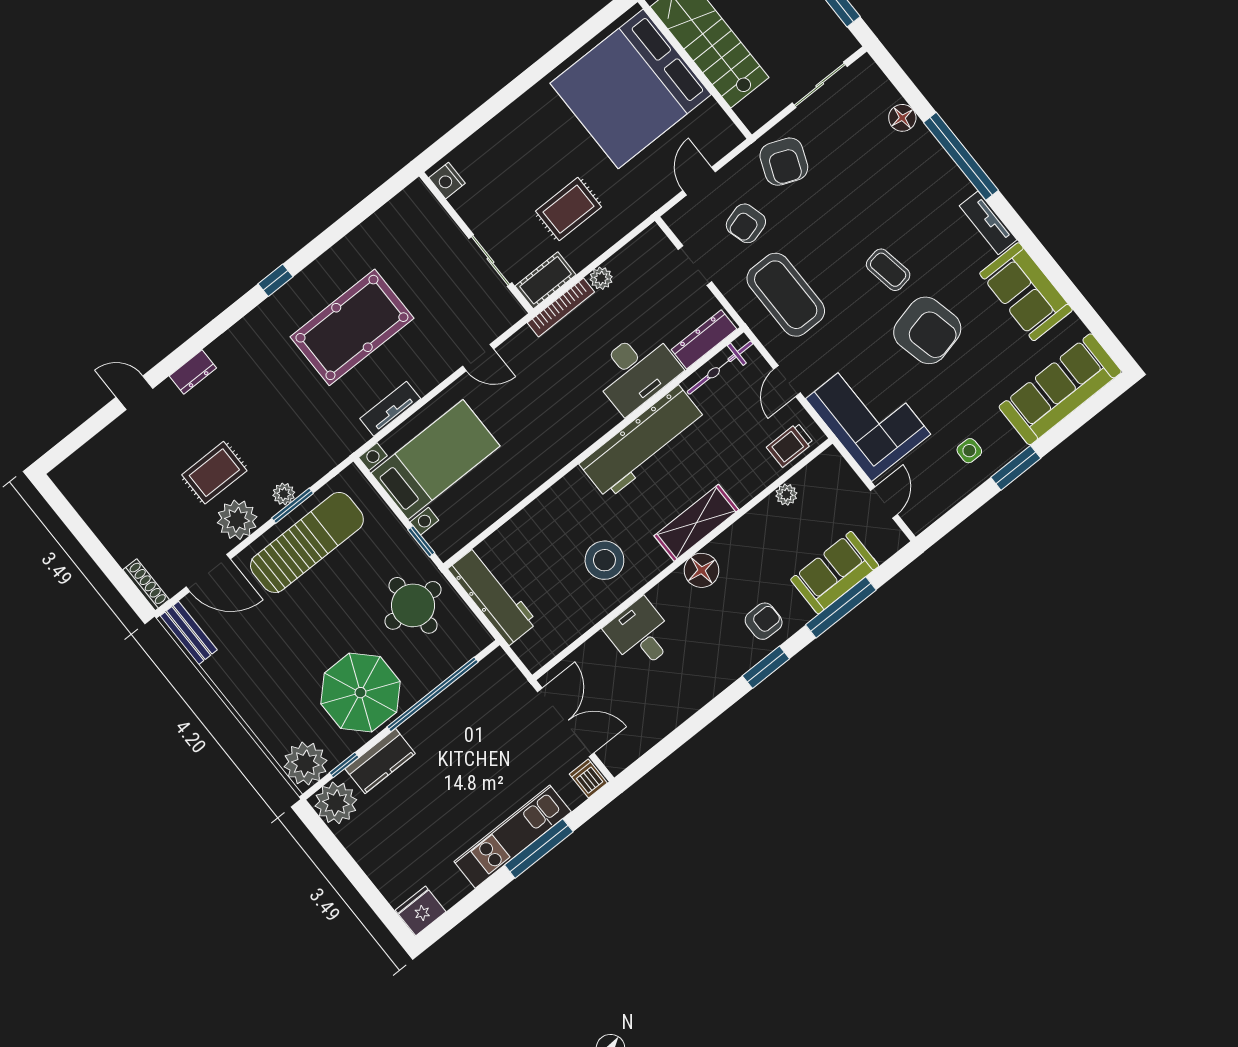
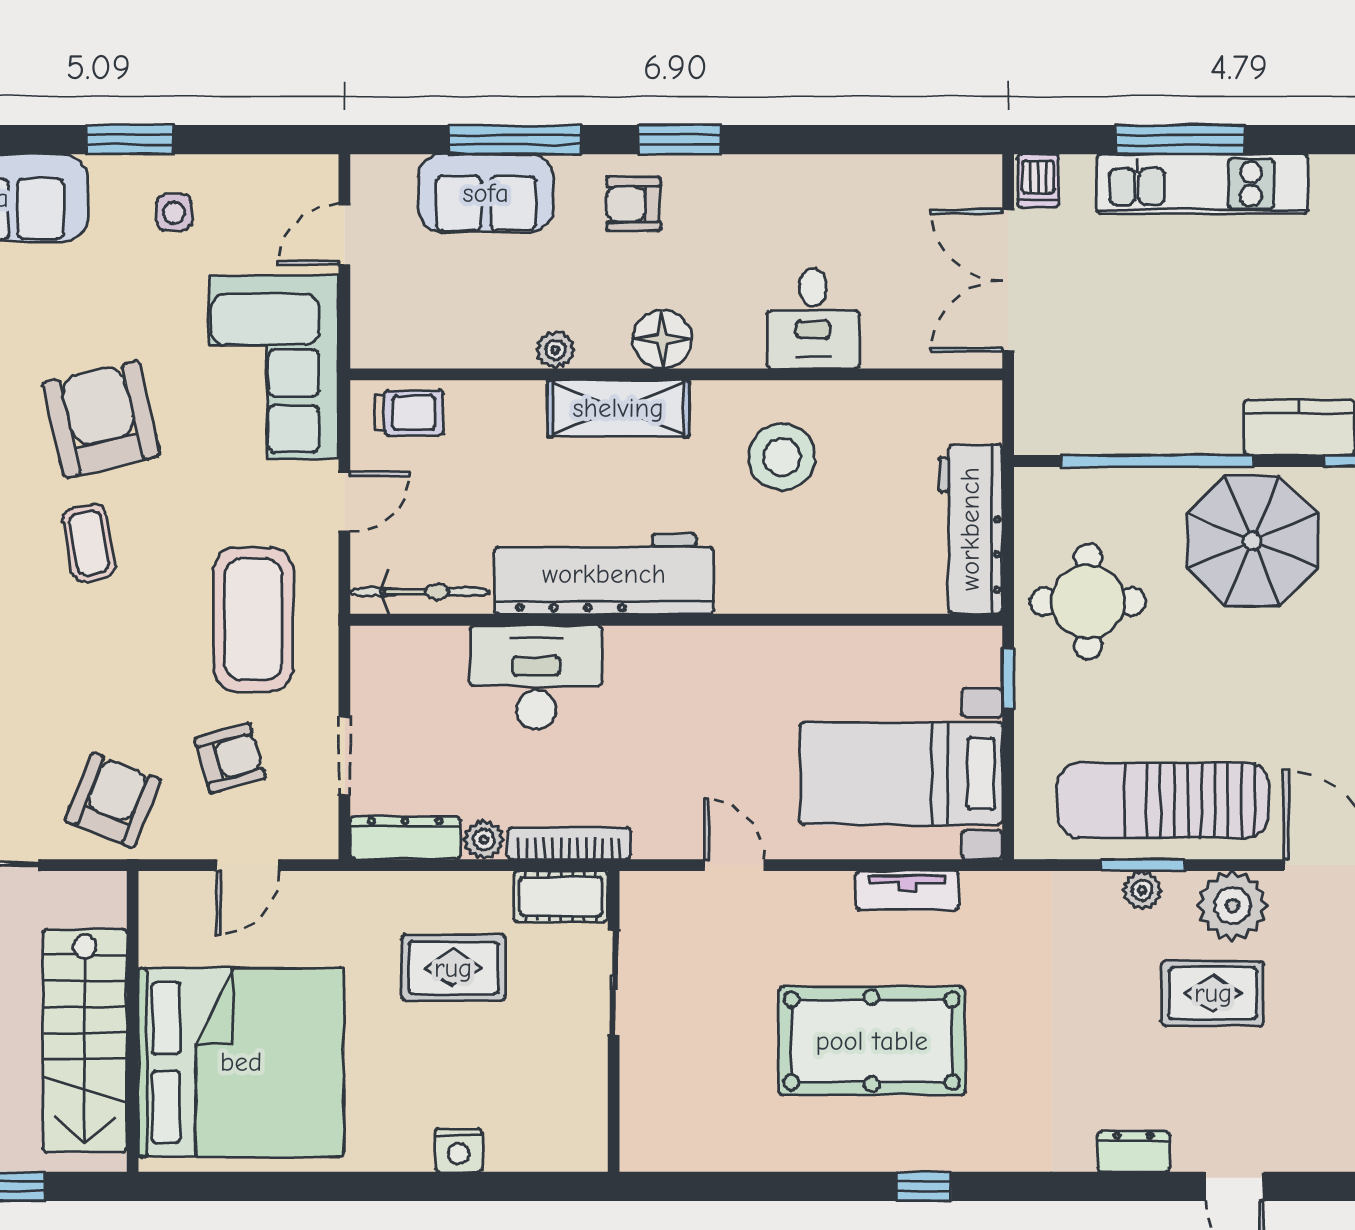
nightstand: (447, 181) -> (459, 1150), moved, turned 90
dresser: (704, 339) -> (405, 838), moved, turned 180
plant: (786, 495) -> (555, 350), moved

